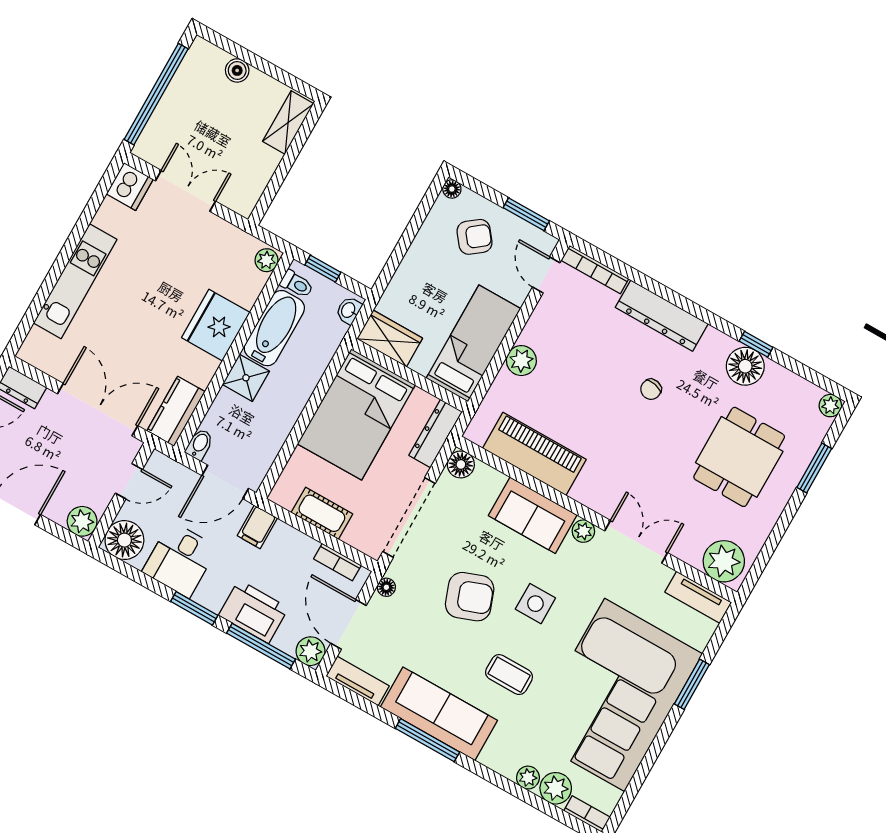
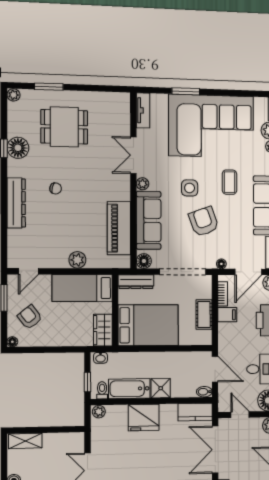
bookcase: (595, 269) -> (12, 249), removed
sofa: (533, 515) -> (149, 220), width x1.36
filing cabinet: (257, 527) -> (227, 315), moved
plant: (724, 561) -> (119, 107), removed

